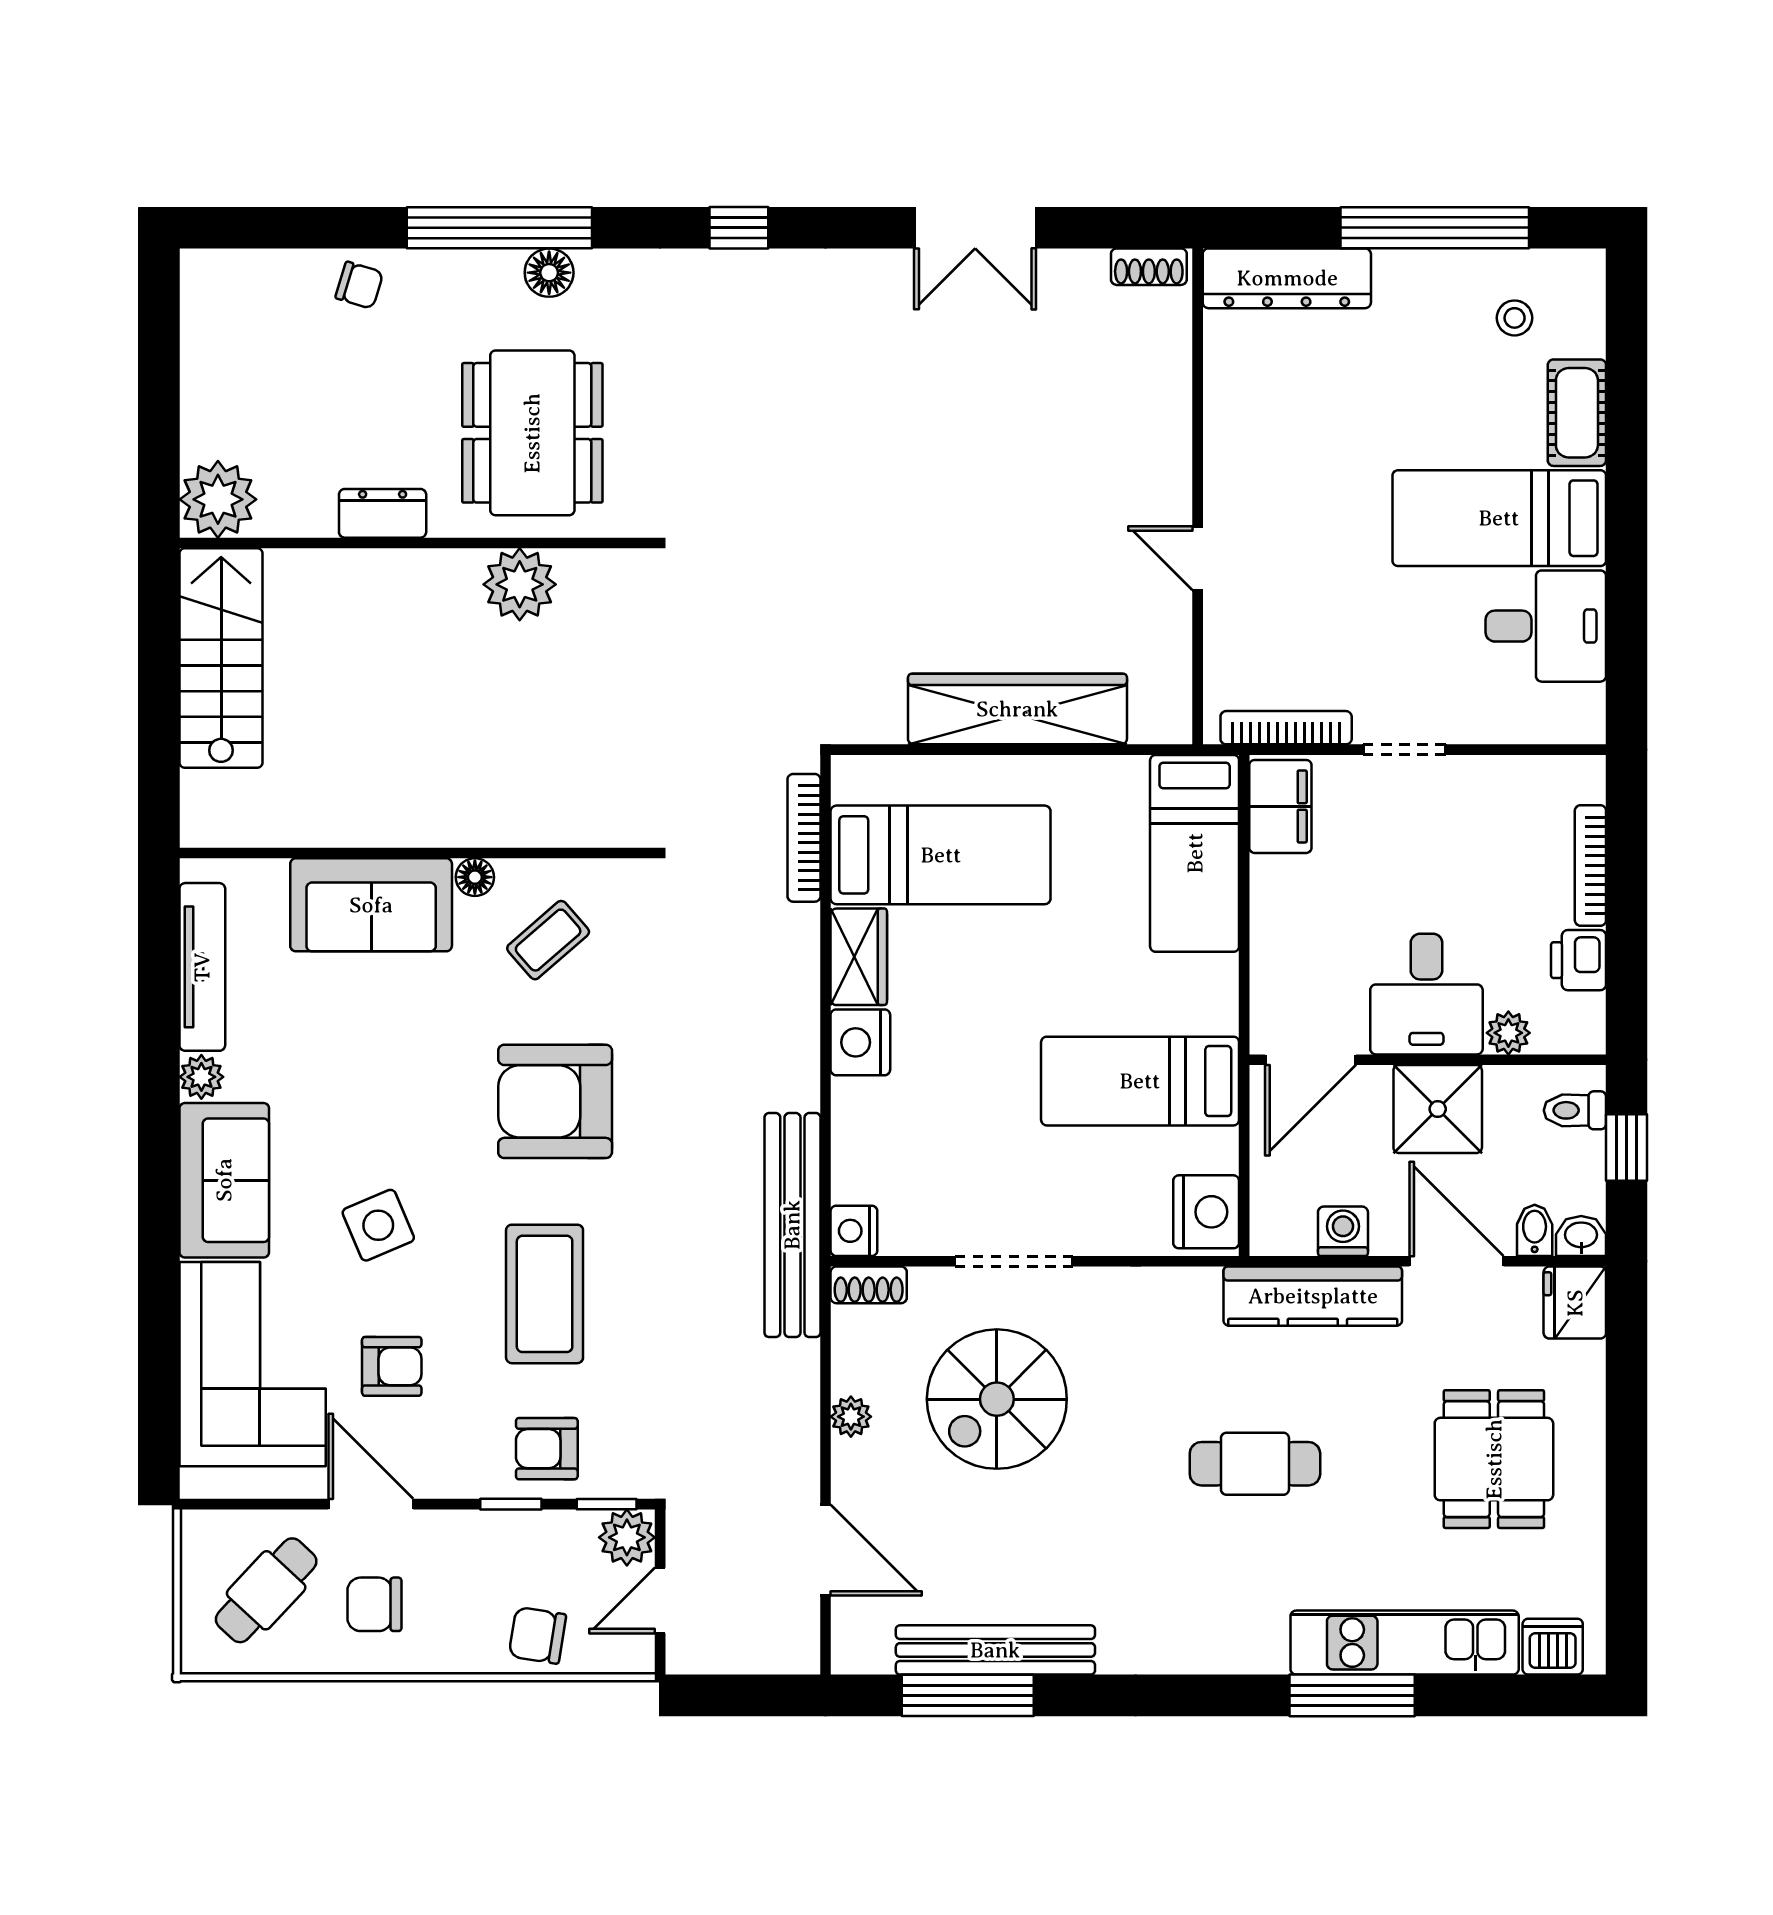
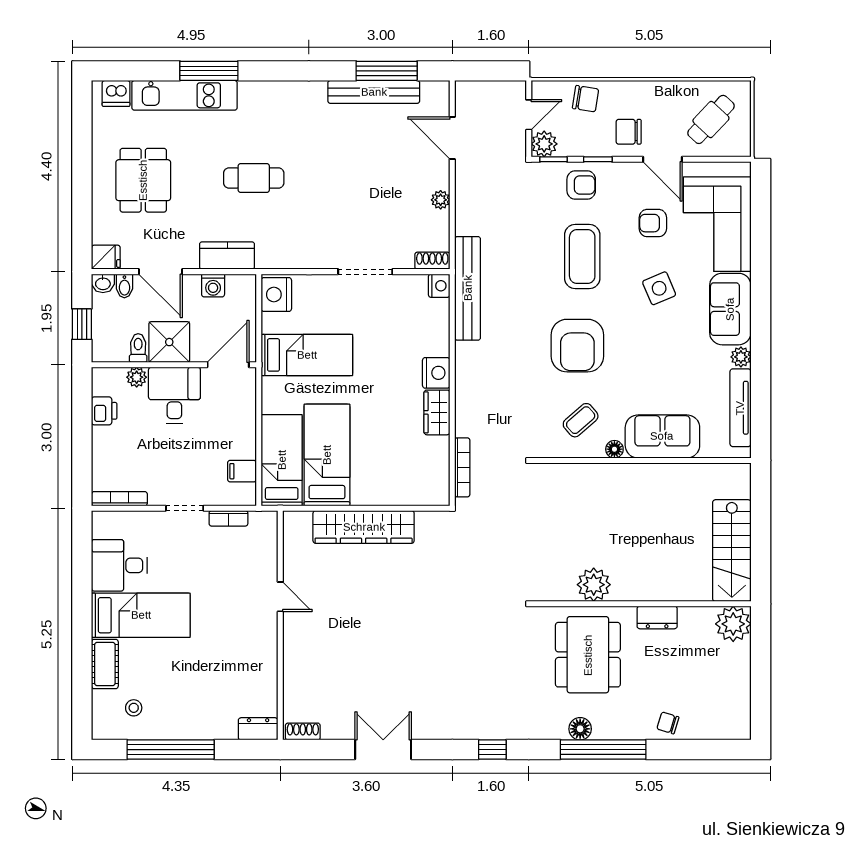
dresser: (1287, 278) -> (258, 729), width x0.51, depth x0.80
bookcase: (1286, 728) -> (228, 518), width x0.64
filing cabinet: (1280, 806) -> (242, 471), width x0.50
bed: (941, 855) -> (327, 455), moved, turned 90
bookcase: (1590, 865) -> (119, 499), moved, turned -90
armchair: (555, 1101) -> (577, 346), turned 90
toilet: (1575, 1110) -> (138, 348), moved, turned -90
kitchen counter: (1313, 1296) -> (227, 255), width x0.67
fridge: (1575, 1303) -> (106, 257), width x0.72
spiral stairs: (997, 1399) -> (373, 208), removed
chair: (374, 1604) -> (629, 132), moved, turned 180

